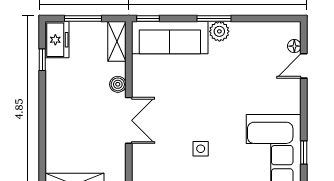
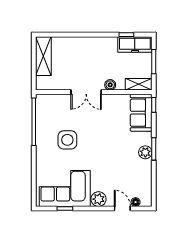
sofa: (170, 38) -> (141, 113), width x0.73
freezer: (57, 40) -> (135, 44), width x1.40
plant: (290, 102) -> (99, 199), added
side table: (201, 149) -> (67, 140), width x1.87, depth x1.87

